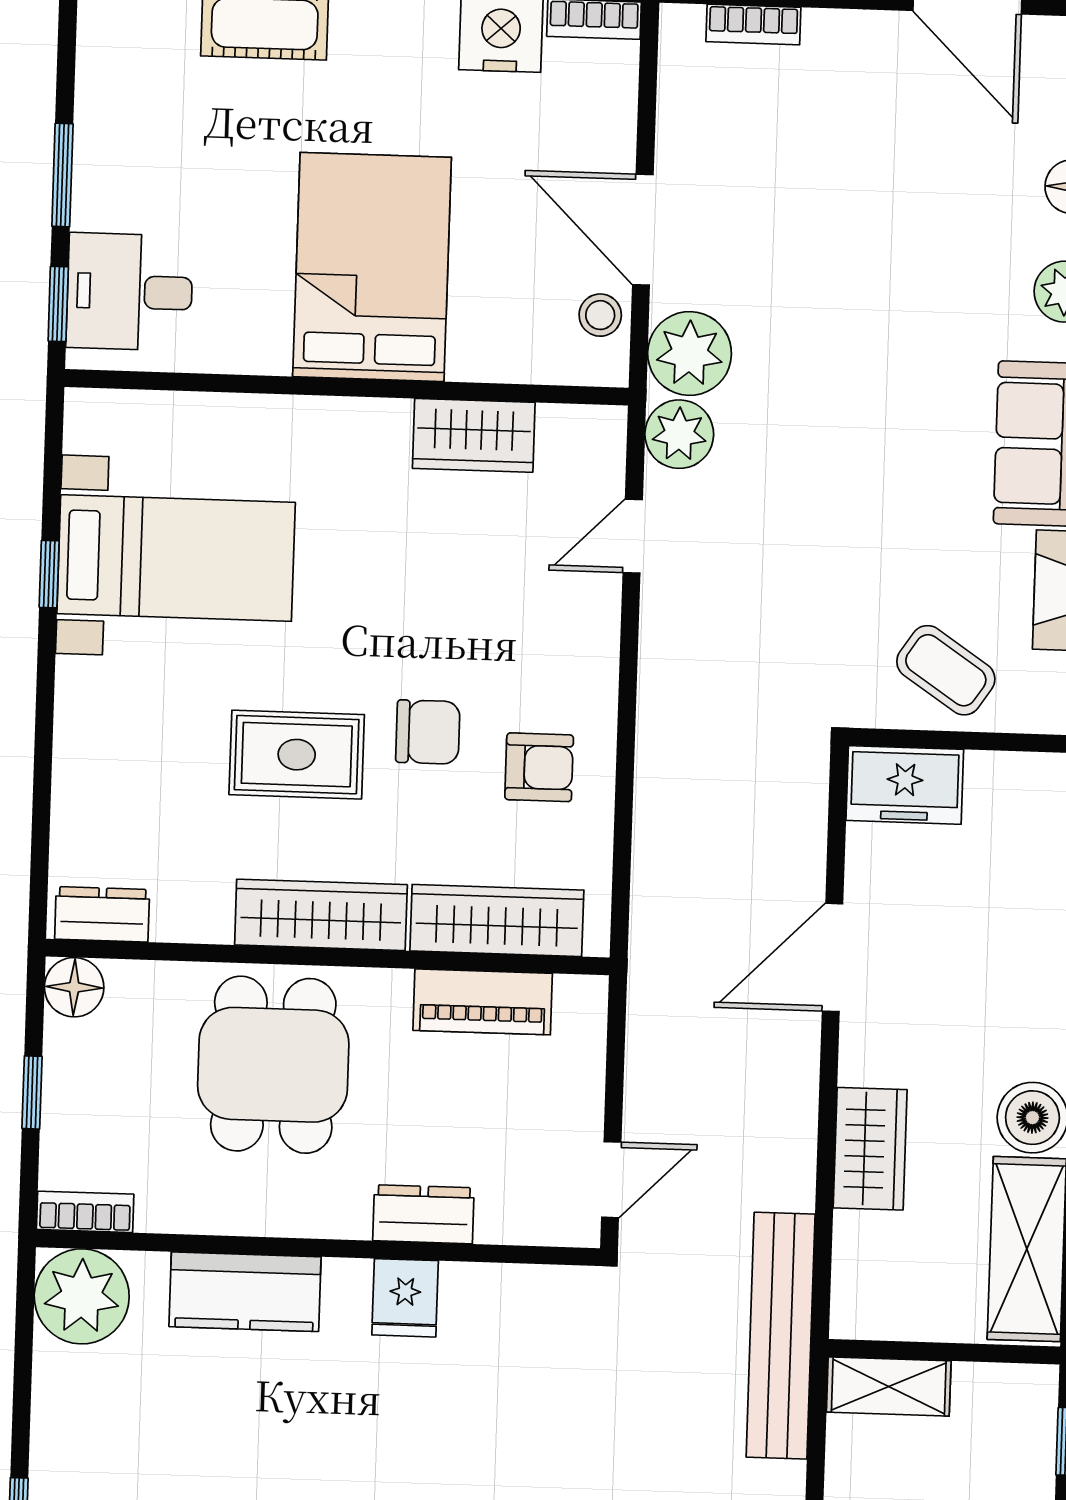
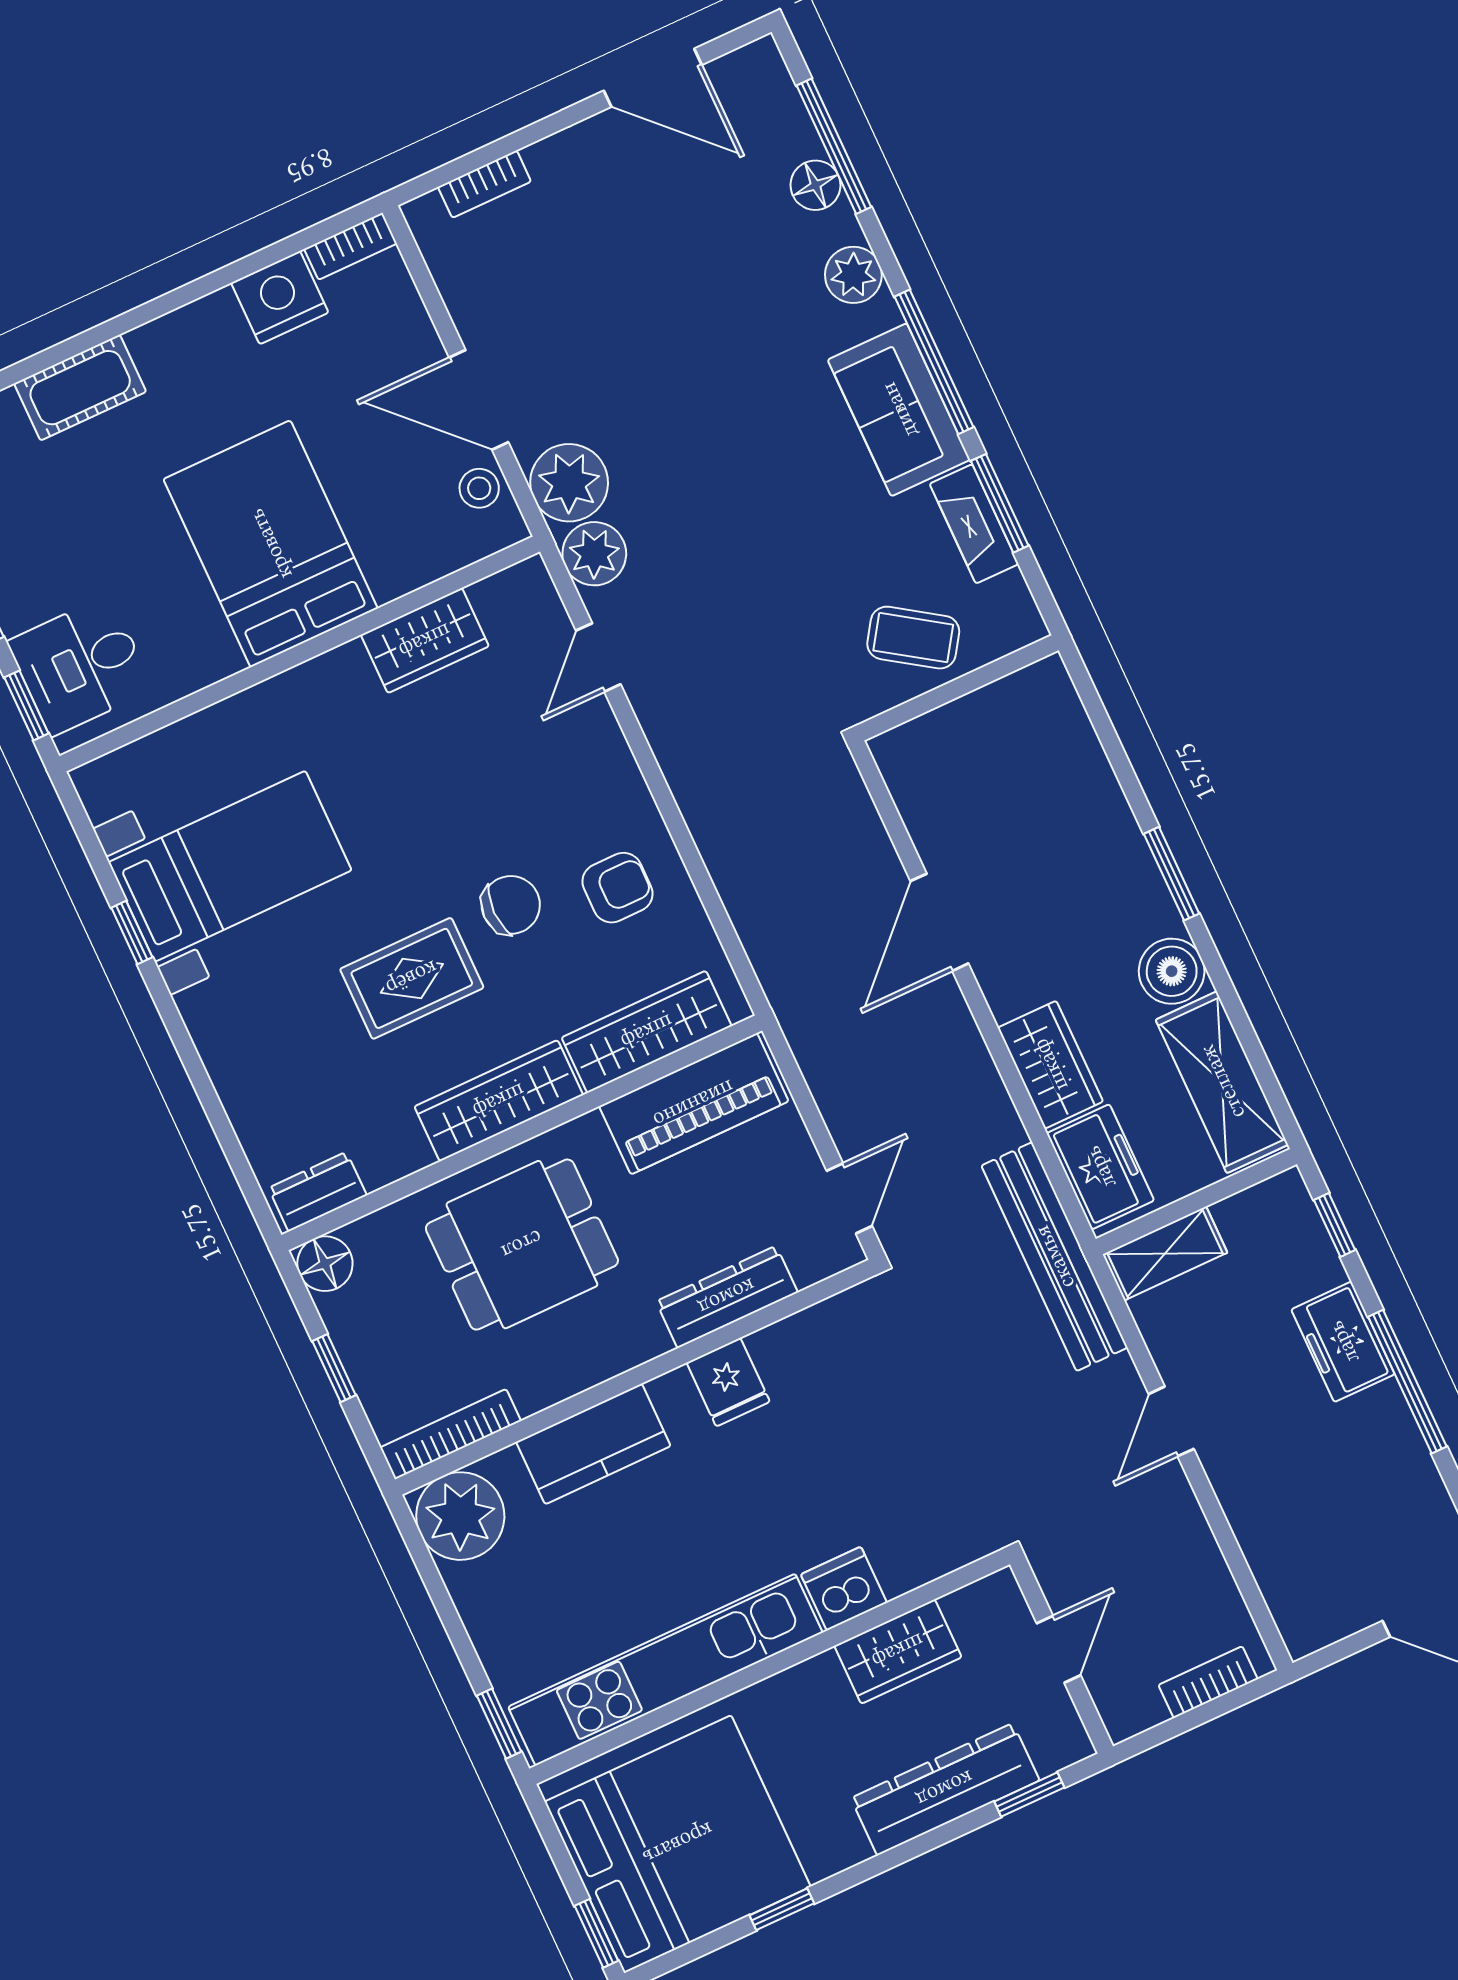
freezer: (905, 785) -> (1100, 1167), moved, turned -90
piano: (483, 1002) -> (694, 1104), width x1.37, depth x1.33
dining table: (273, 1065) -> (522, 1245), turned 90
bookcase: (85, 1212) -> (451, 1434), width x1.56
dresser: (423, 1214) -> (727, 1297), width x1.44

